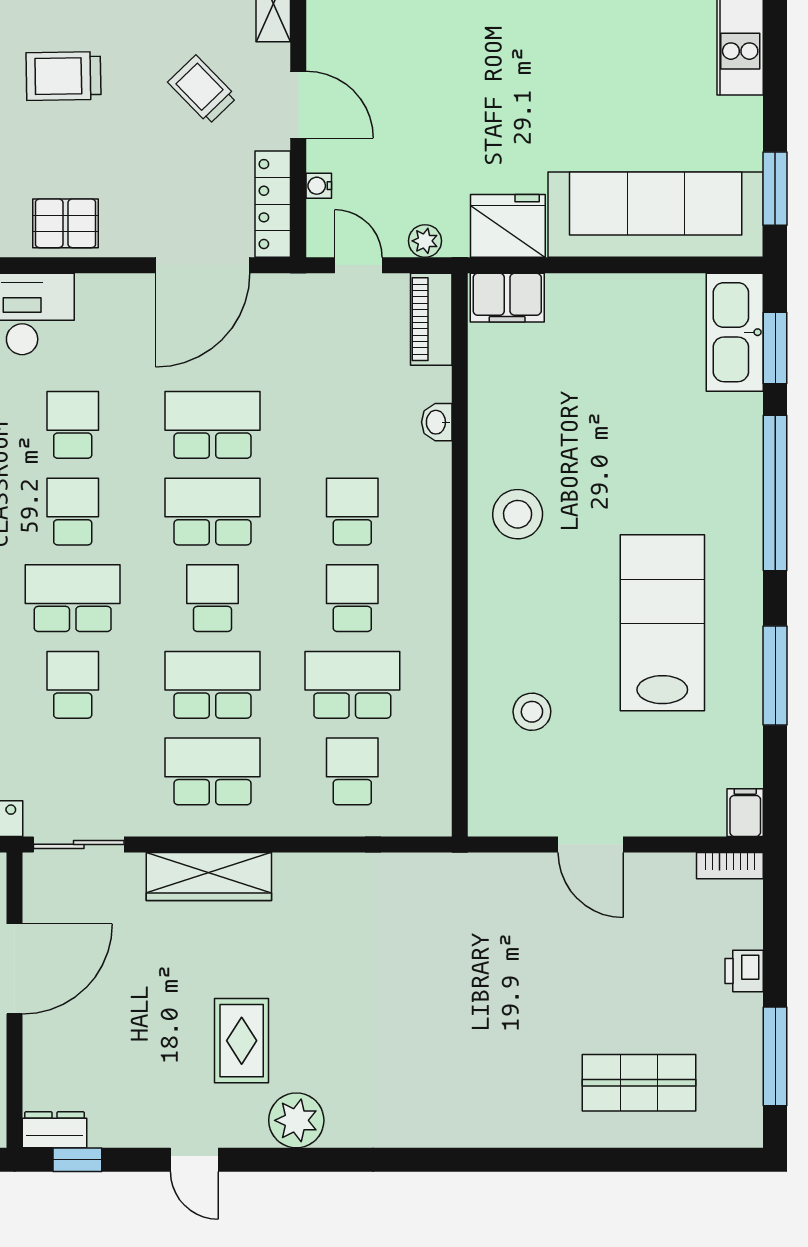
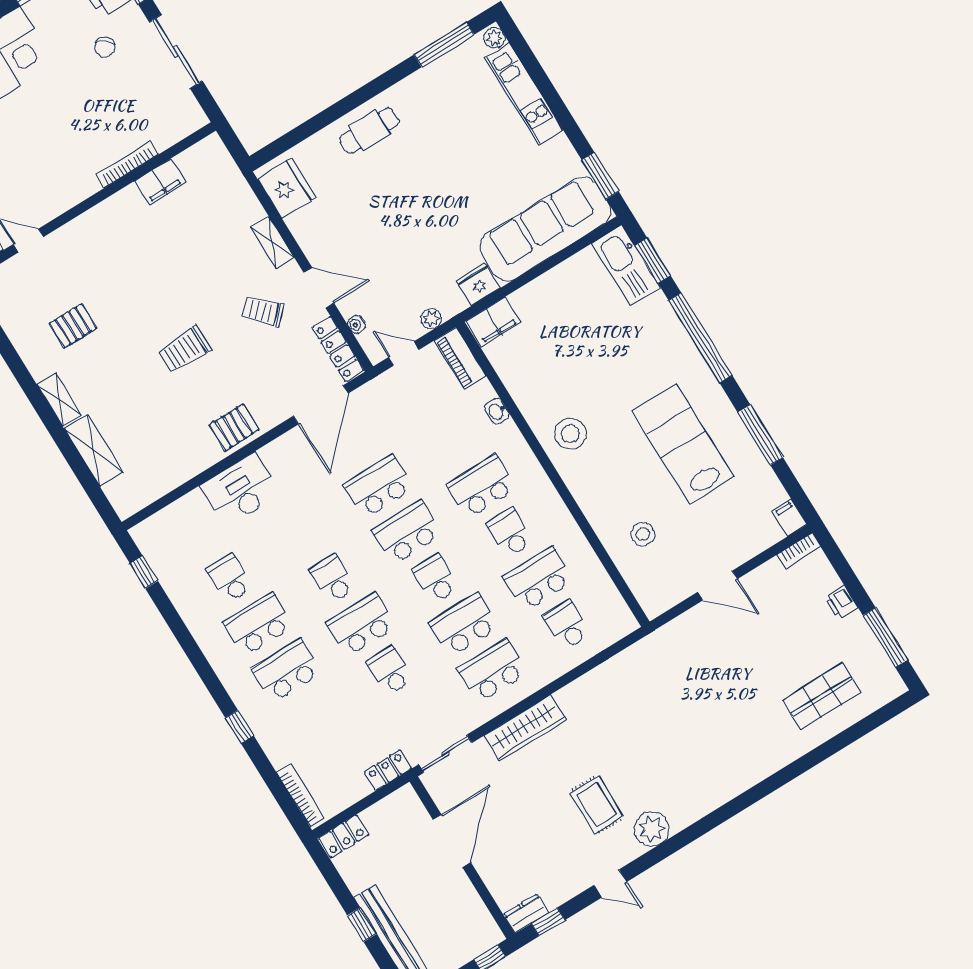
fridge: (508, 226) -> (478, 284), width x0.73, depth x0.75
school desk: (73, 425) -> (304, 532), removed
school desk: (352, 512) -> (481, 487), width x1.85

